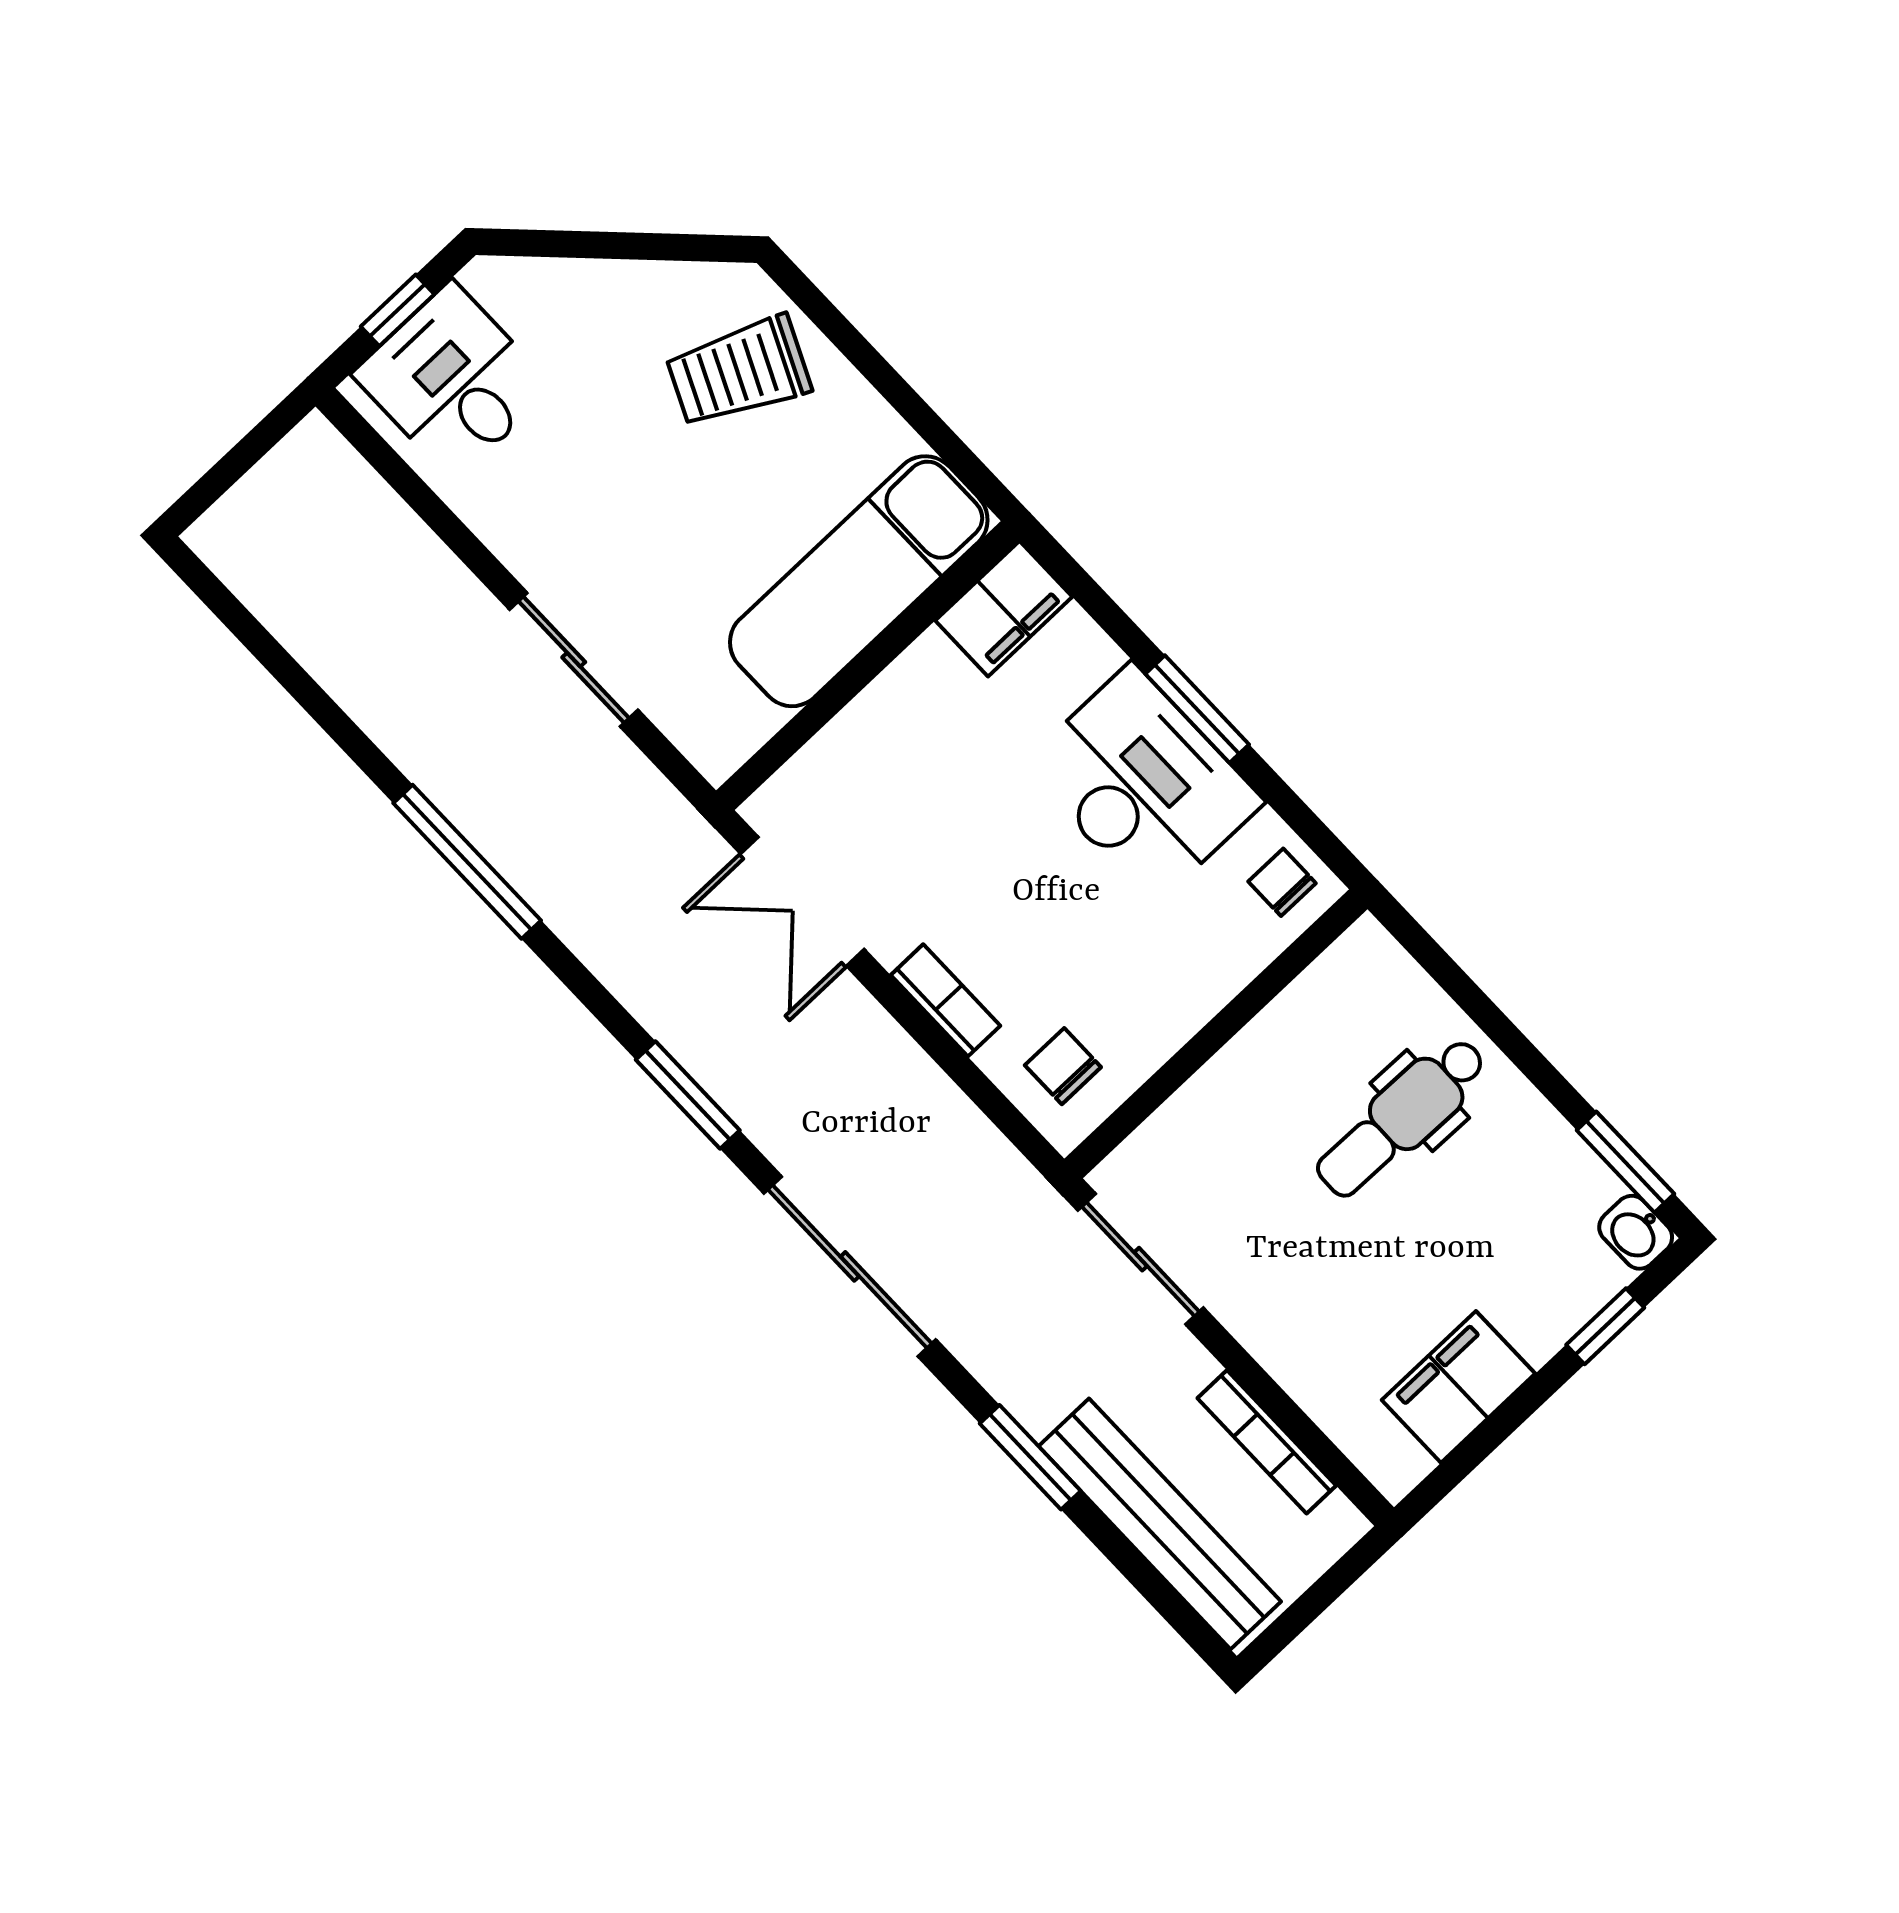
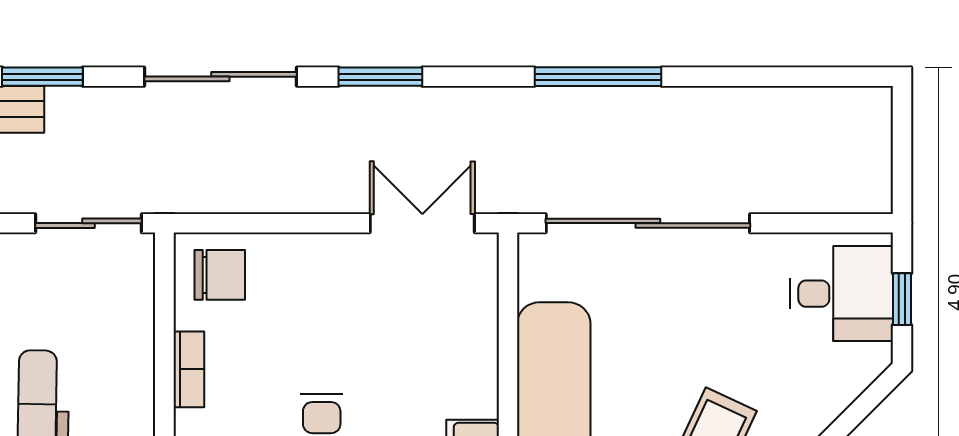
sliding door: (574, 660) -> (648, 223), width x1.86
bookcase: (945, 1000) -> (189, 369), moved, turned -90
chair: (1063, 1066) -> (220, 275), width x1.37, depth x1.37

